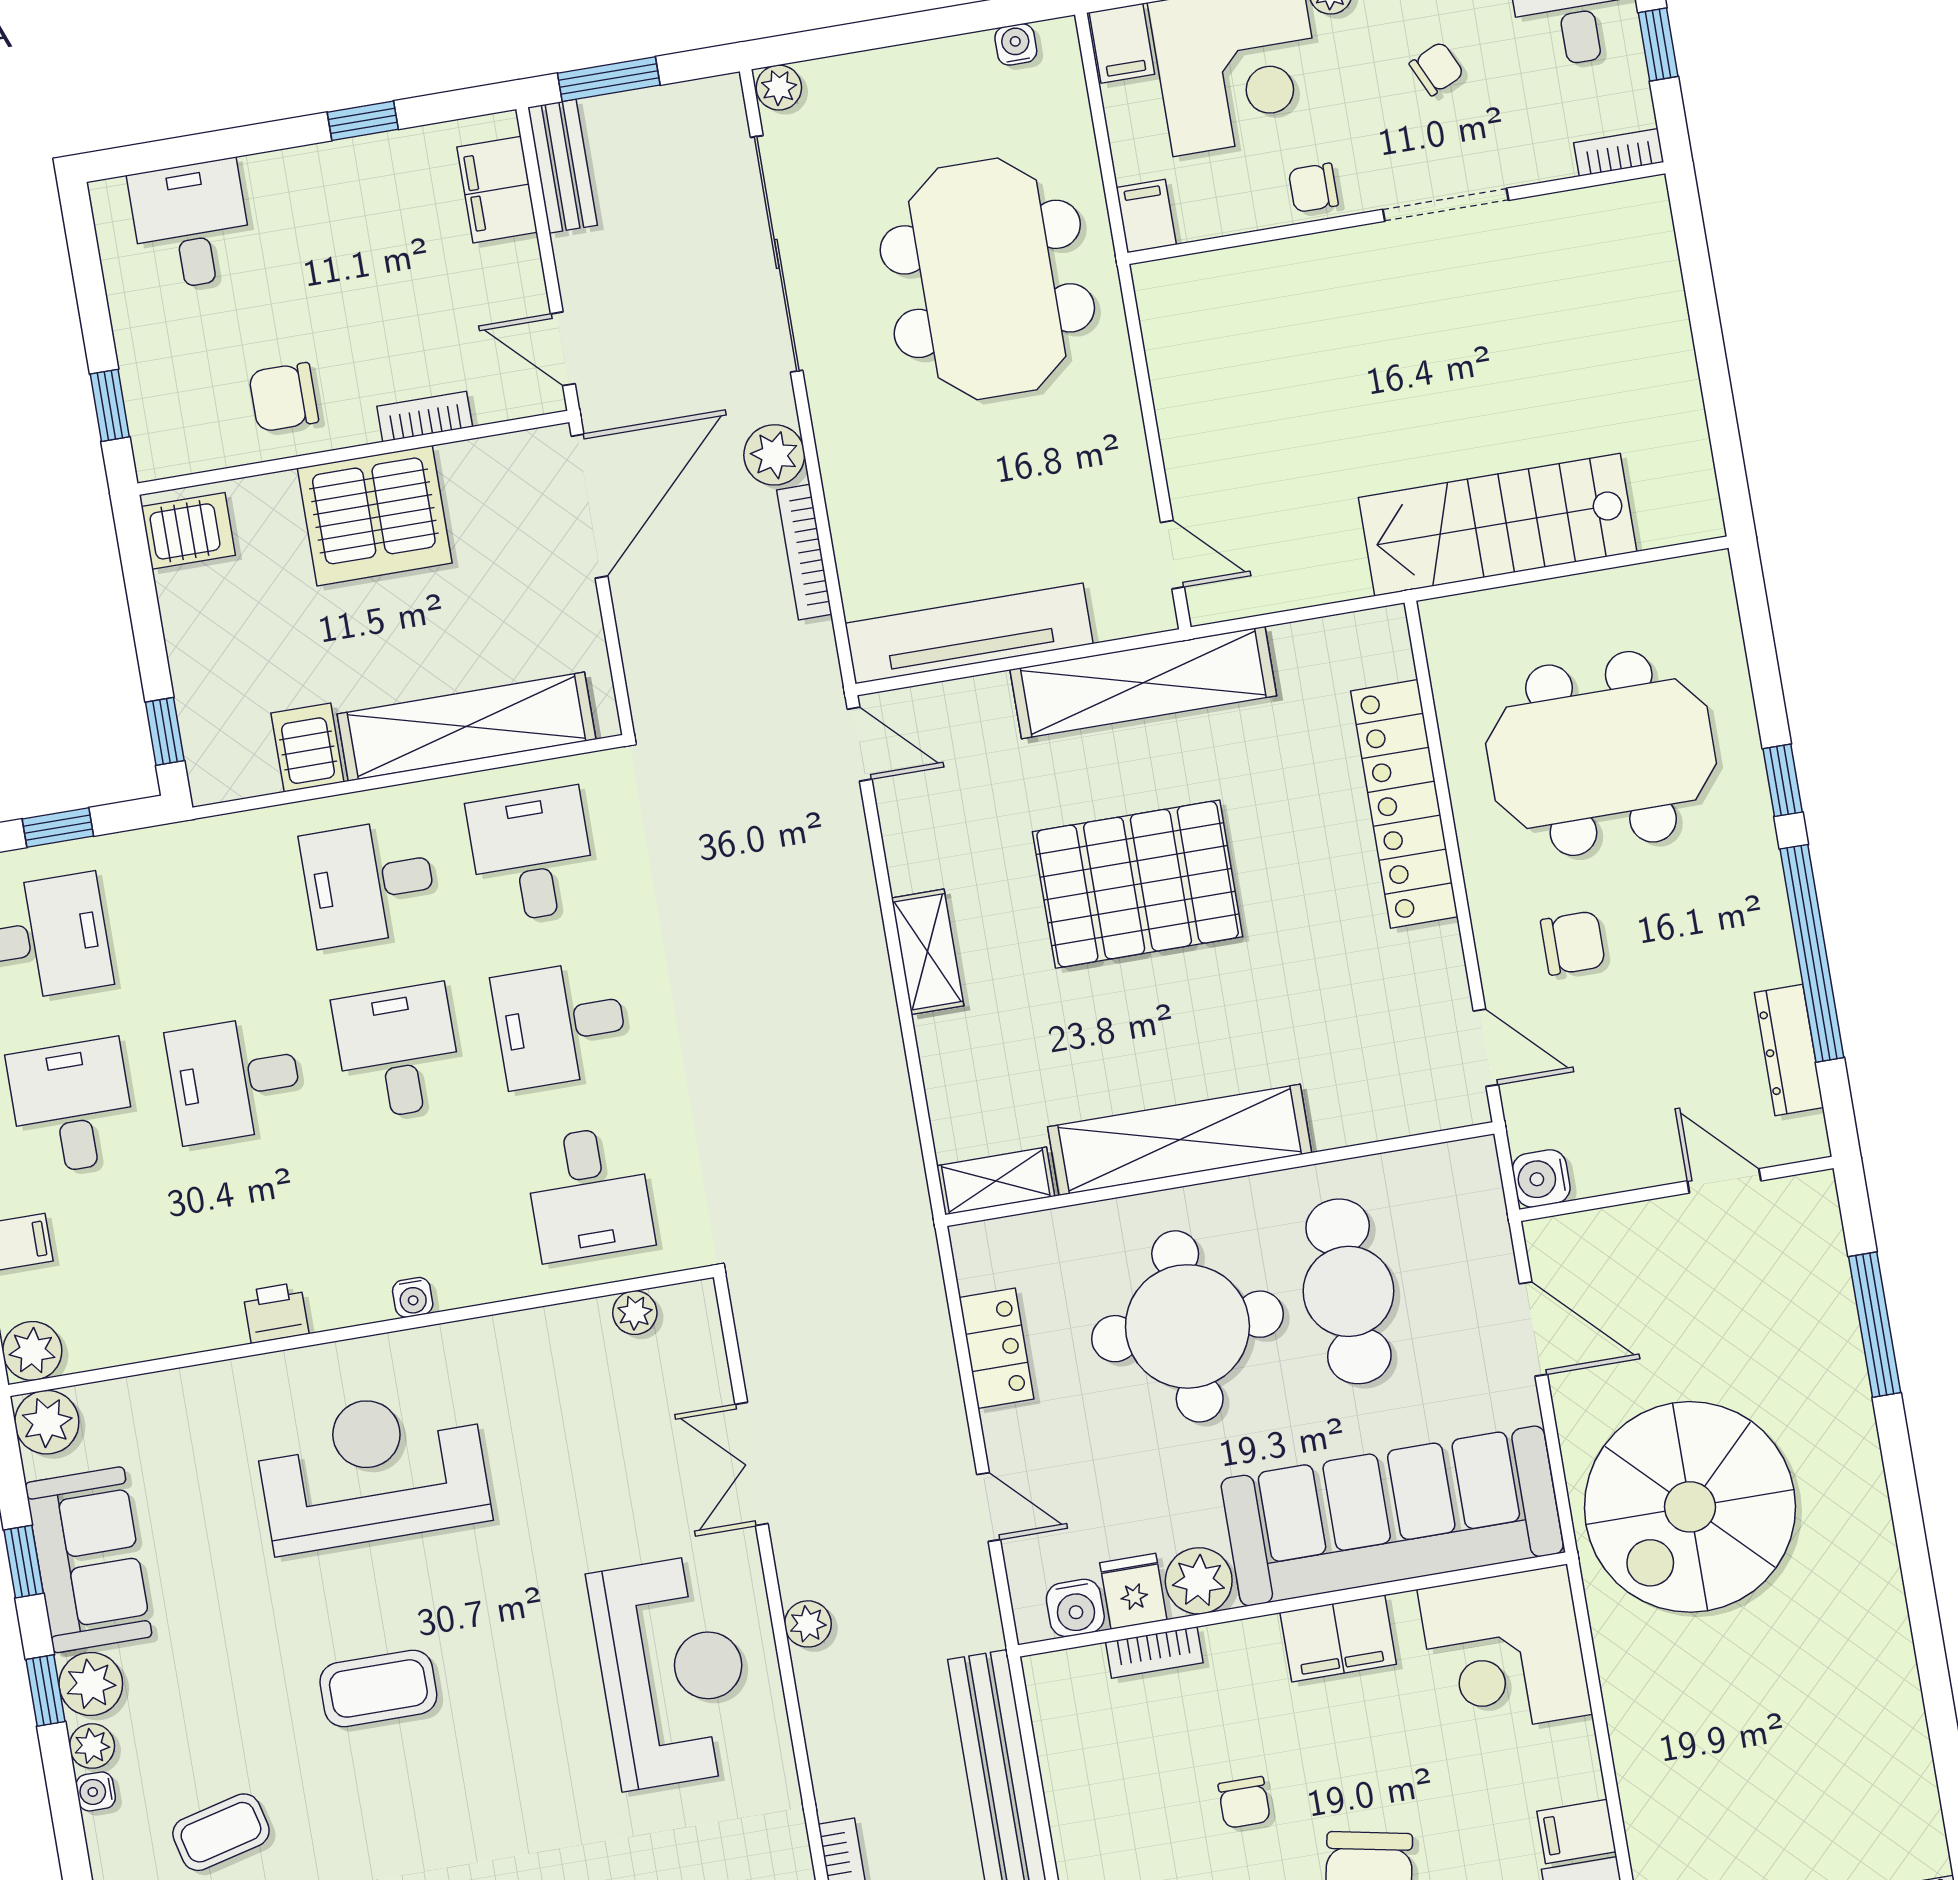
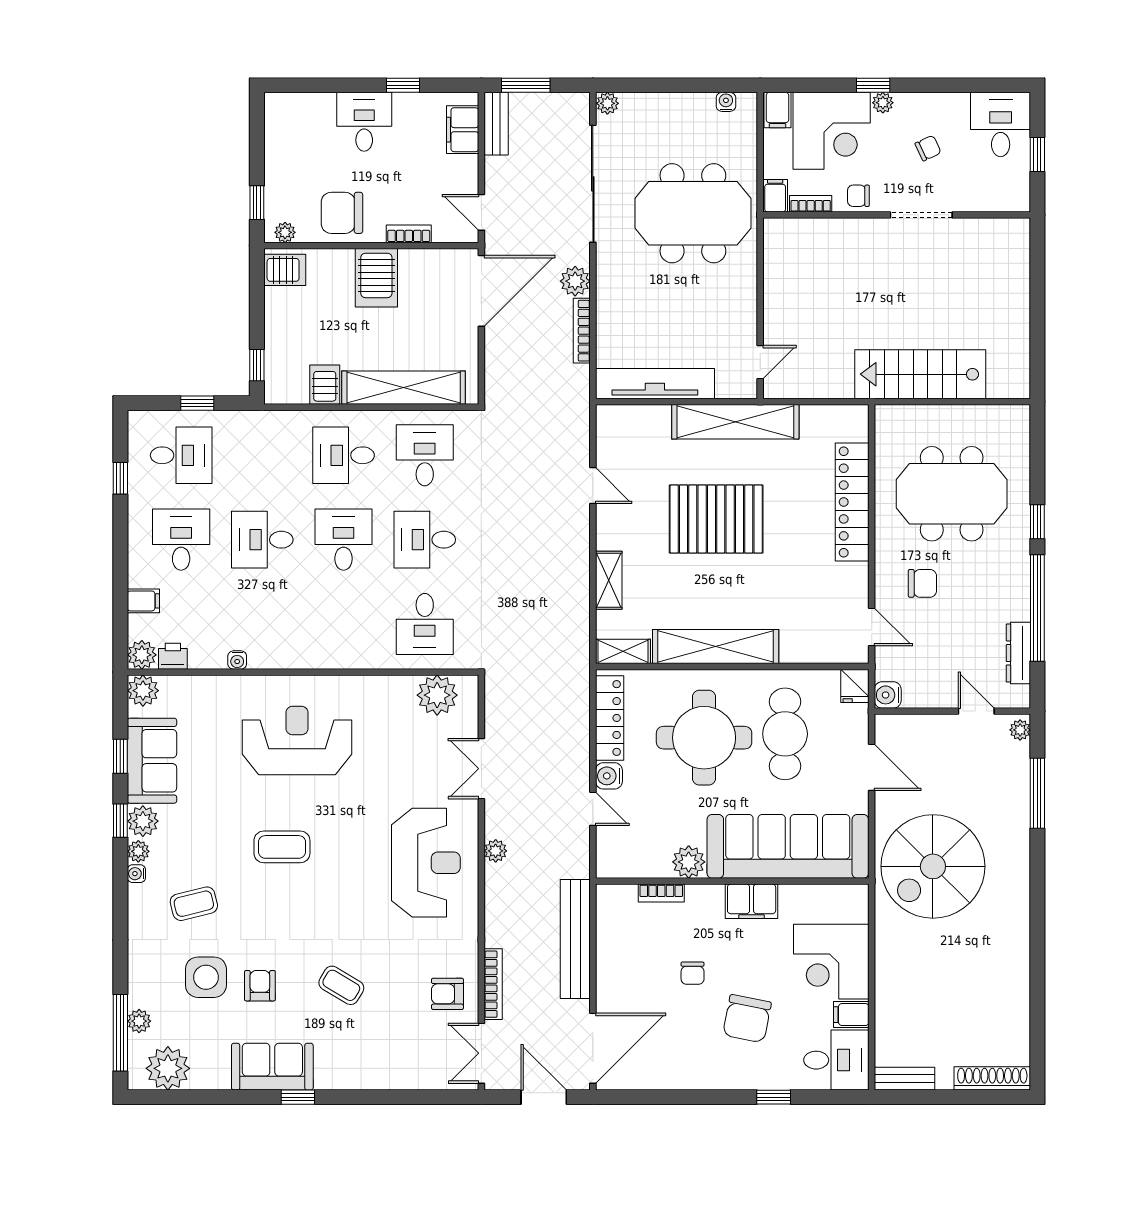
bookcase: (1619, 152) -> (811, 204), moved
desk: (191, 225) -> (364, 122), moved
meeting table: (987, 279) -> (693, 213), turned 90
chair: (284, 397) -> (342, 213), width x1.37, depth x1.37
plant: (176, 456) -> (285, 232), added
server rack: (375, 516) -> (376, 278), width x0.62
door: (1172, 555) -> (760, 362), hinge flipped
door: (860, 744) -> (593, 486), moved
shelving: (928, 952) -> (609, 580), moved
plant: (1818, 1204) -> (1020, 730), added
water cooler: (413, 1297) -> (237, 660), moved
printer: (276, 1313) -> (173, 656), moved
plant: (635, 1313) -> (437, 695), width x1.87, depth x1.87
locker: (996, 1348) -> (610, 718), width x1.53
fridge: (1133, 1591) -> (855, 686), moved, turned 180
water cooler: (1075, 1608) -> (609, 776), moved, turned 90
corner desk: (1505, 1652) -> (831, 962), moved

